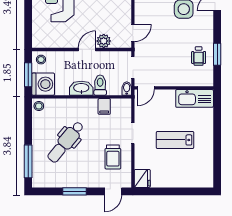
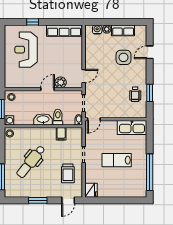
washing machine: (43, 84) -> (9, 120), width x0.53, depth x0.53
window: (217, 156) -> (150, 172), added

